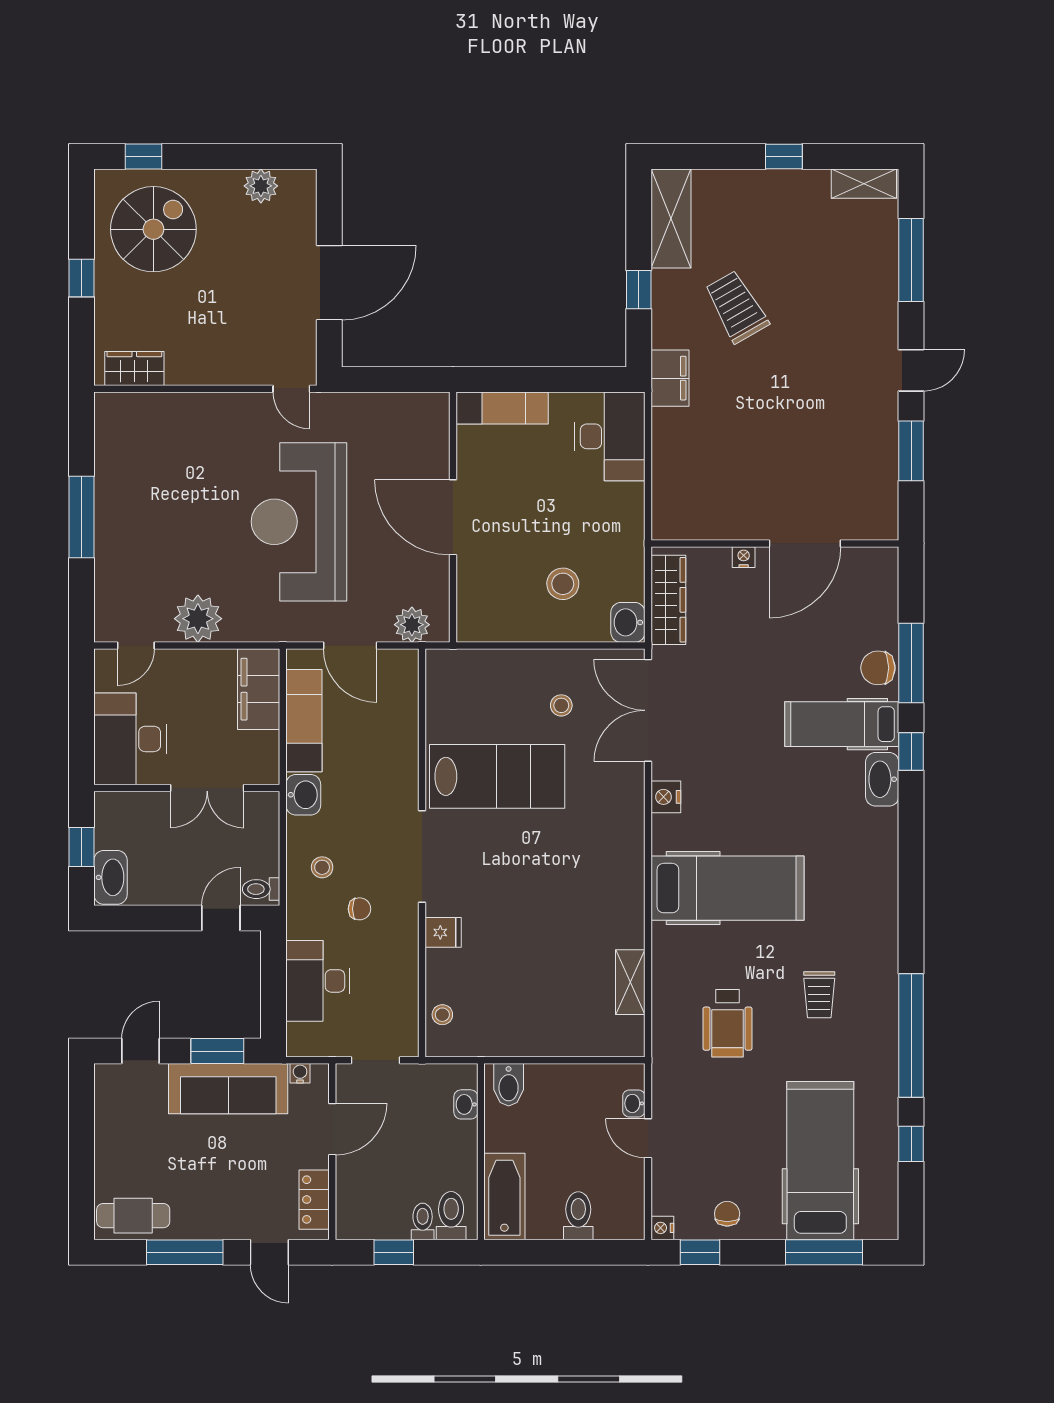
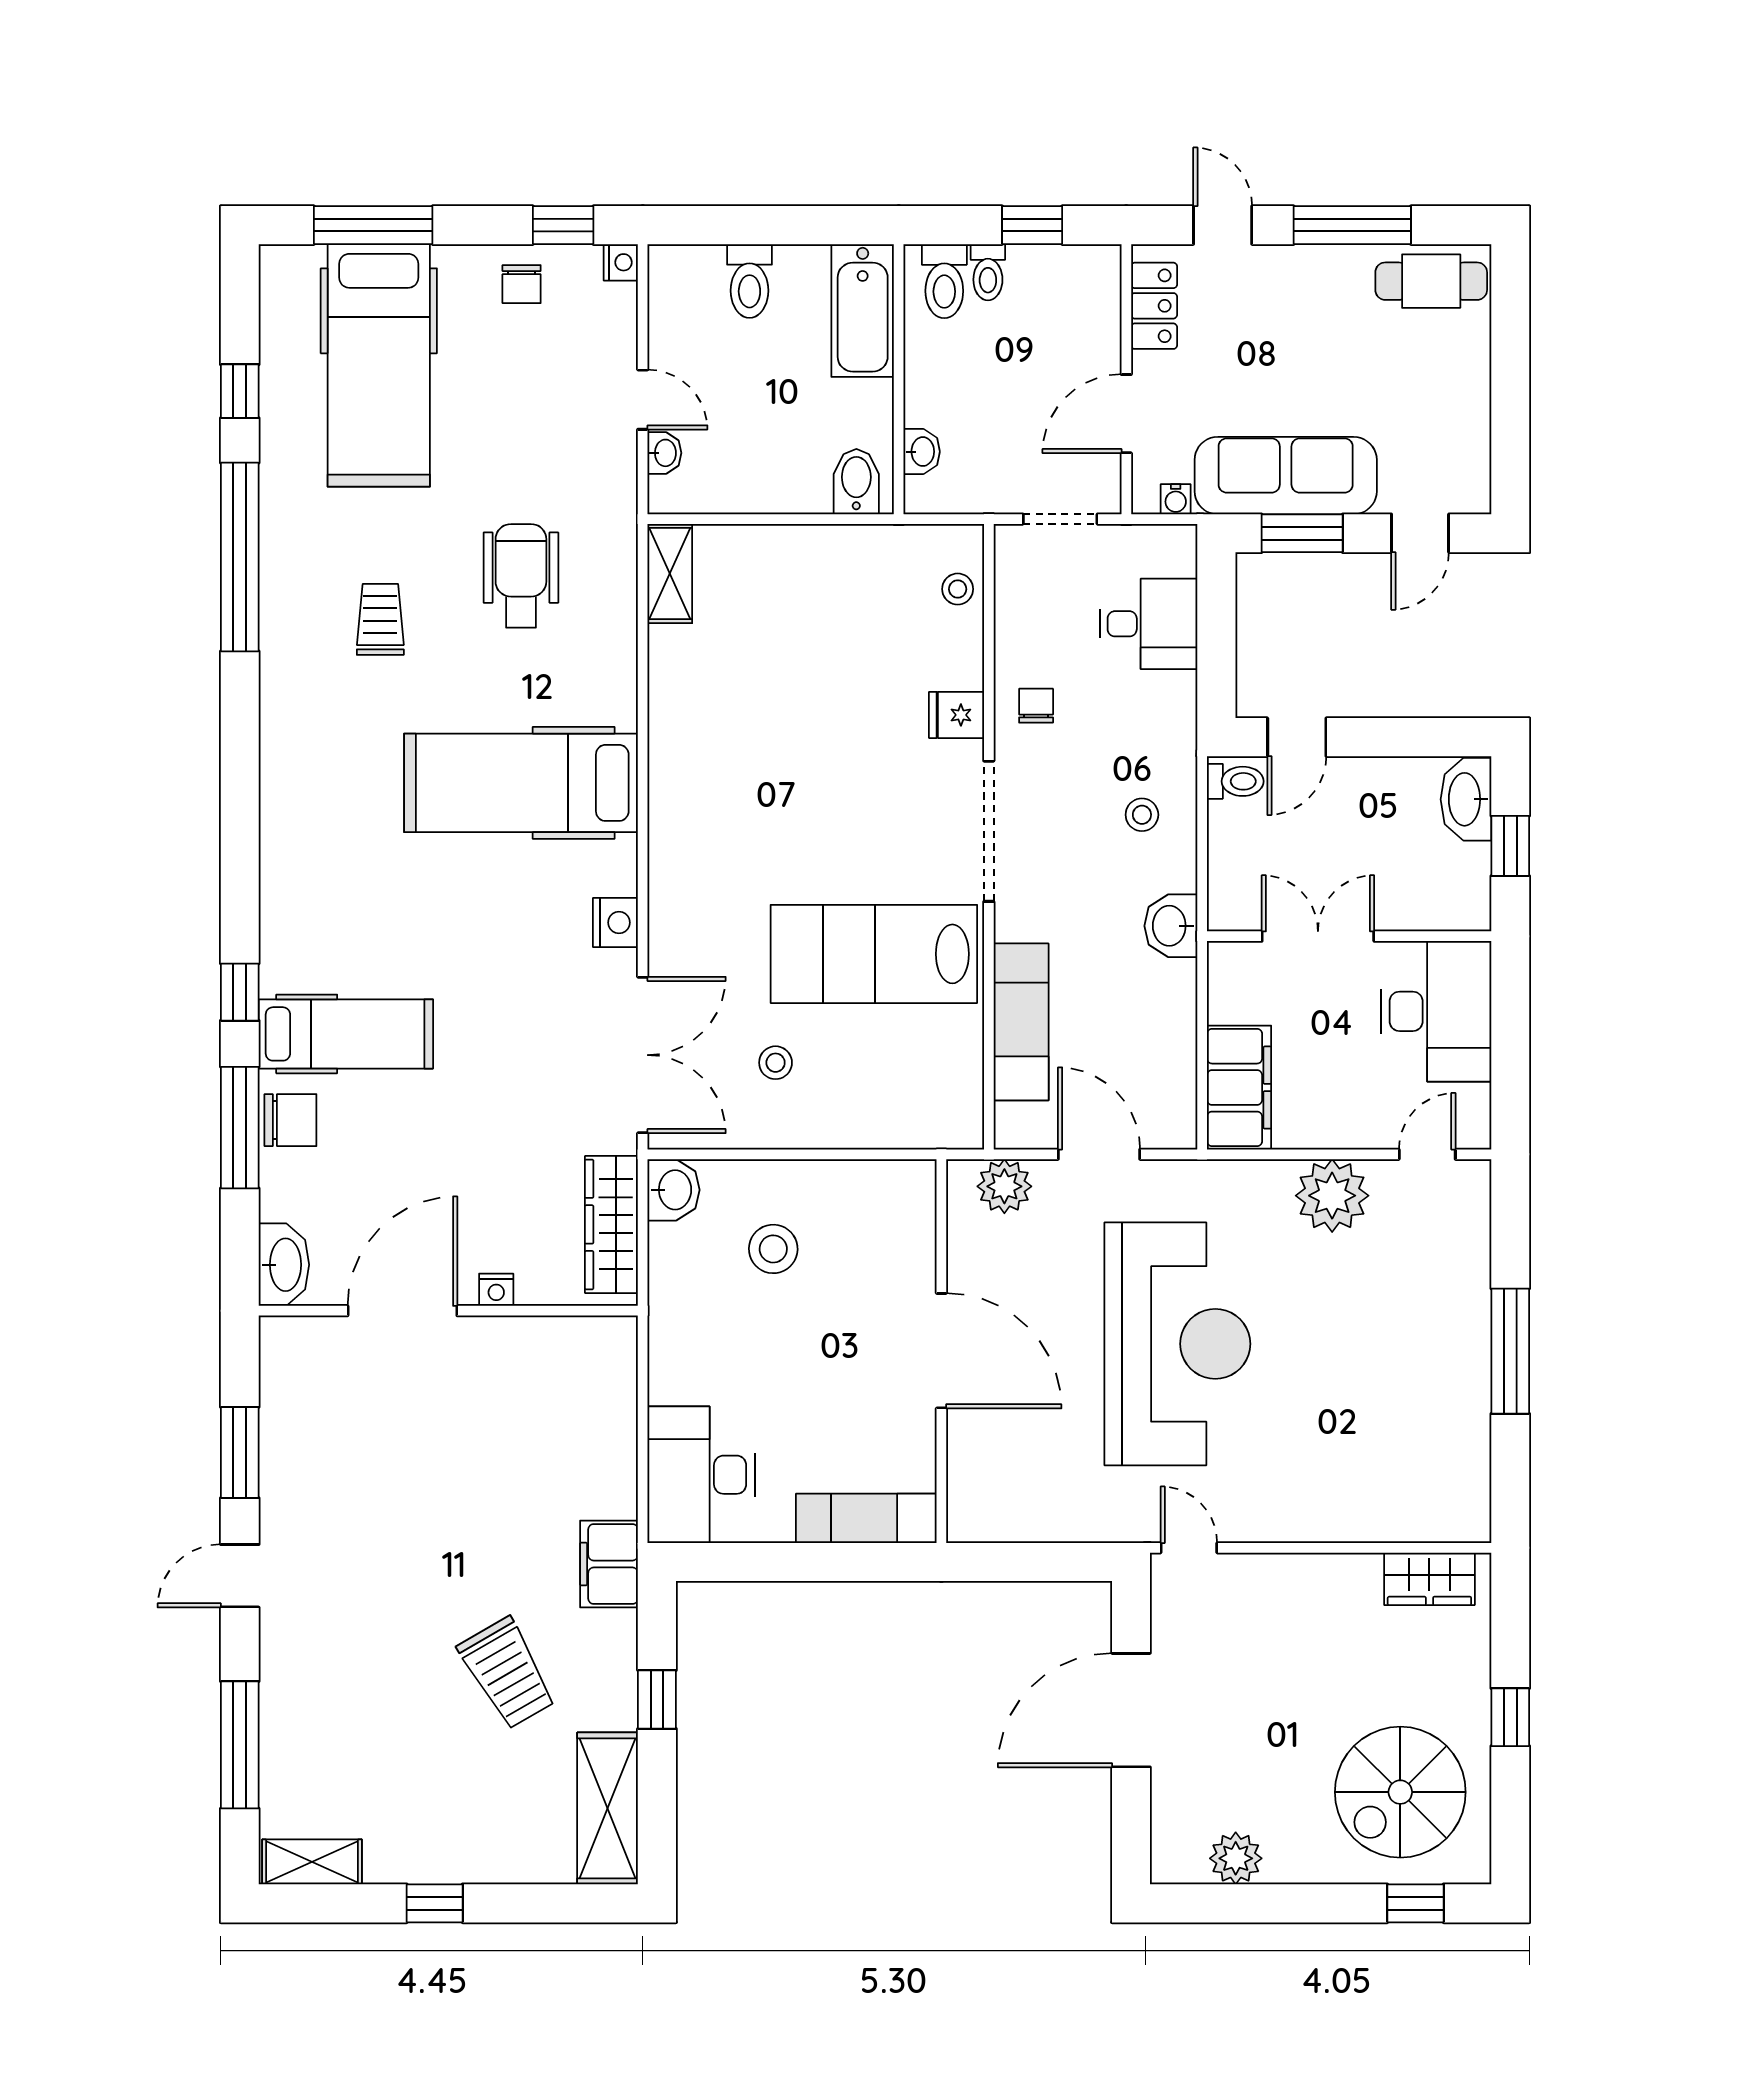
exam couch: (304, 721) -> (1021, 1022), moved, turned 180
washbasin: (882, 779) -> (284, 1265), moved
chair: (360, 909) -> (1036, 706), moved, turned 90
desk: (318, 981) -> (1149, 624), width x0.73
shelving: (630, 982) -> (670, 574), moved

